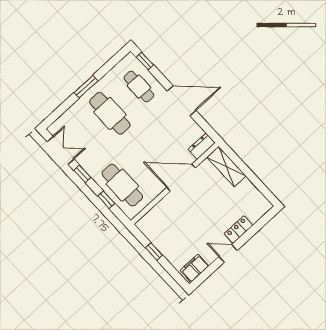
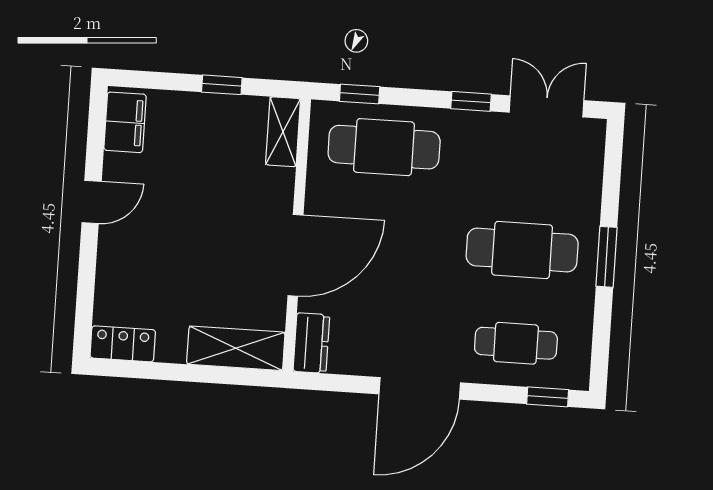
double door: (61, 150) -> (547, 106), swing flipped
window: (106, 200) -> (360, 94), moved
shelving: (149, 219) -> (283, 132), added
locker: (239, 229) -> (123, 344), moved, turned -90

